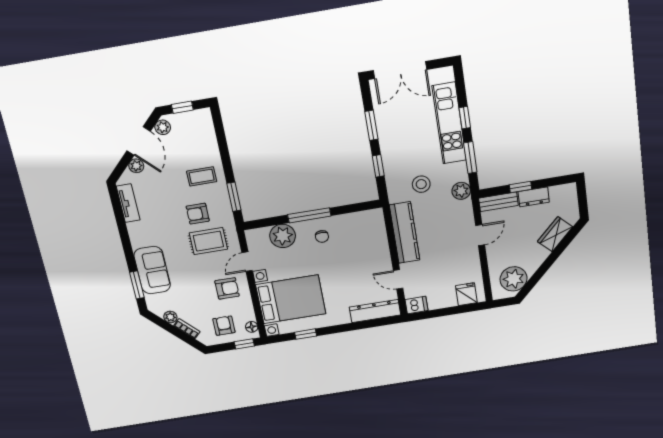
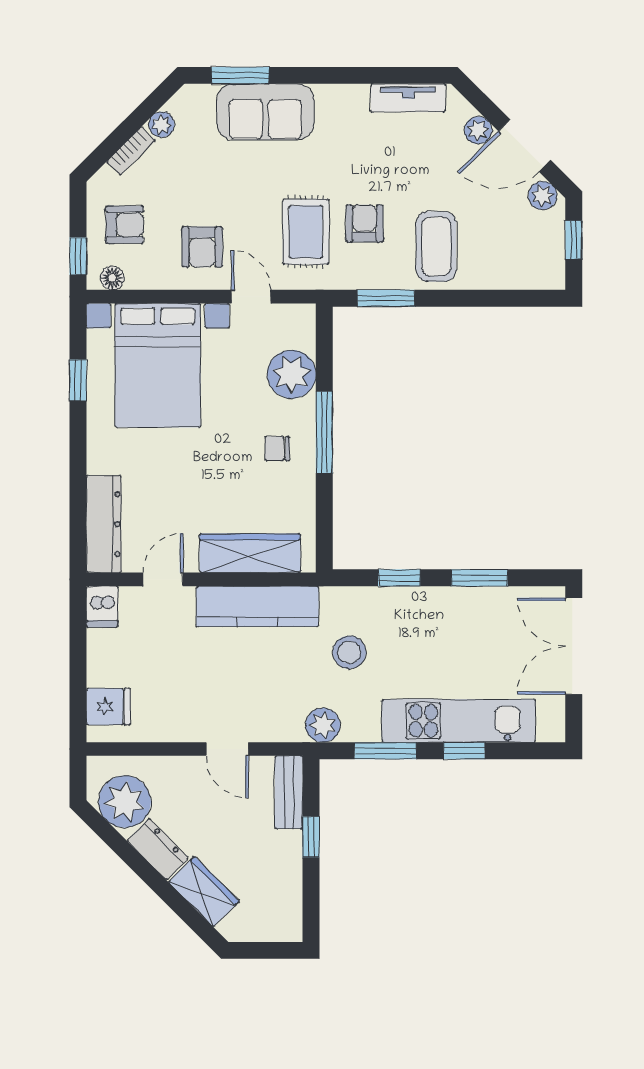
coffee table: (202, 176) -> (436, 246), width x1.36, depth x1.30
dresser: (534, 197) -> (158, 849), moved, turned 135
wardrobe: (378, 241) -> (250, 553), added

